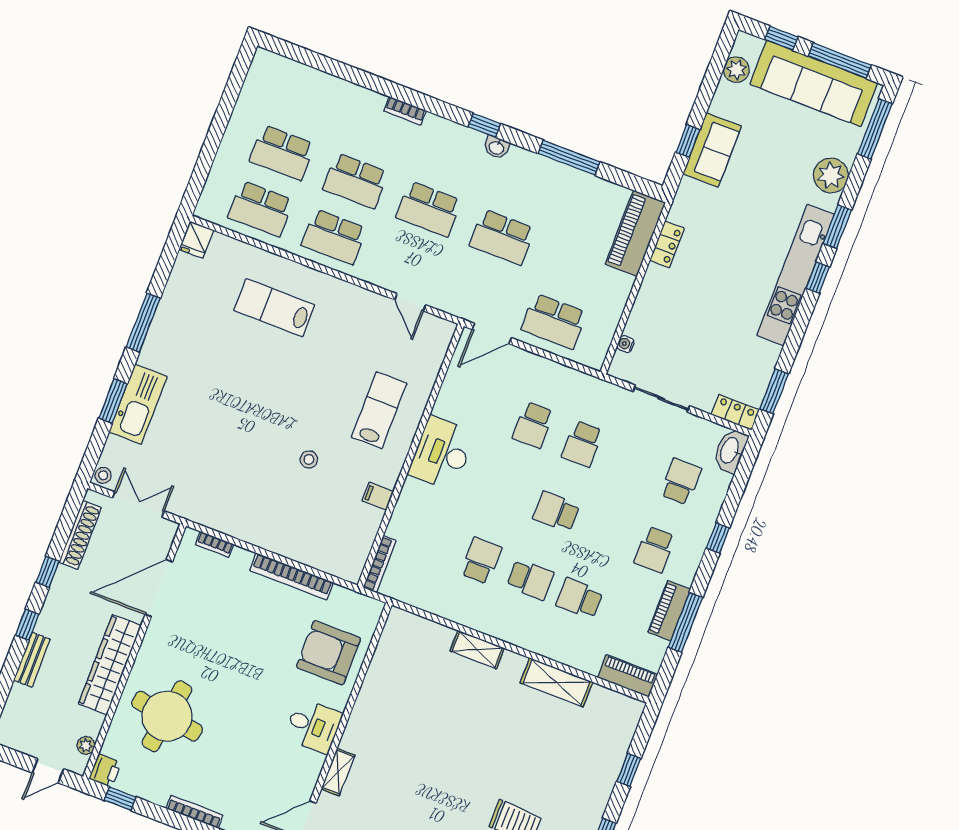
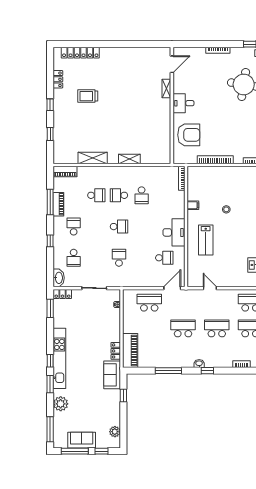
sofa: (814, 83) -> (82, 440), width x0.54, depth x0.79
sofa: (712, 150) -> (112, 375), moved
school desk: (533, 425) -> (164, 258), moved, turned 90

